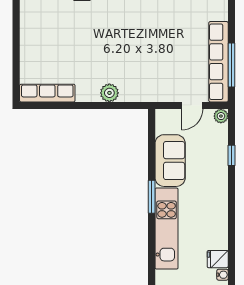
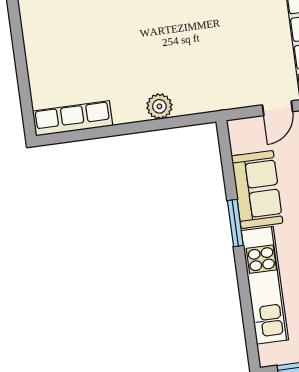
window: (152, 197) -> (235, 223), moved

